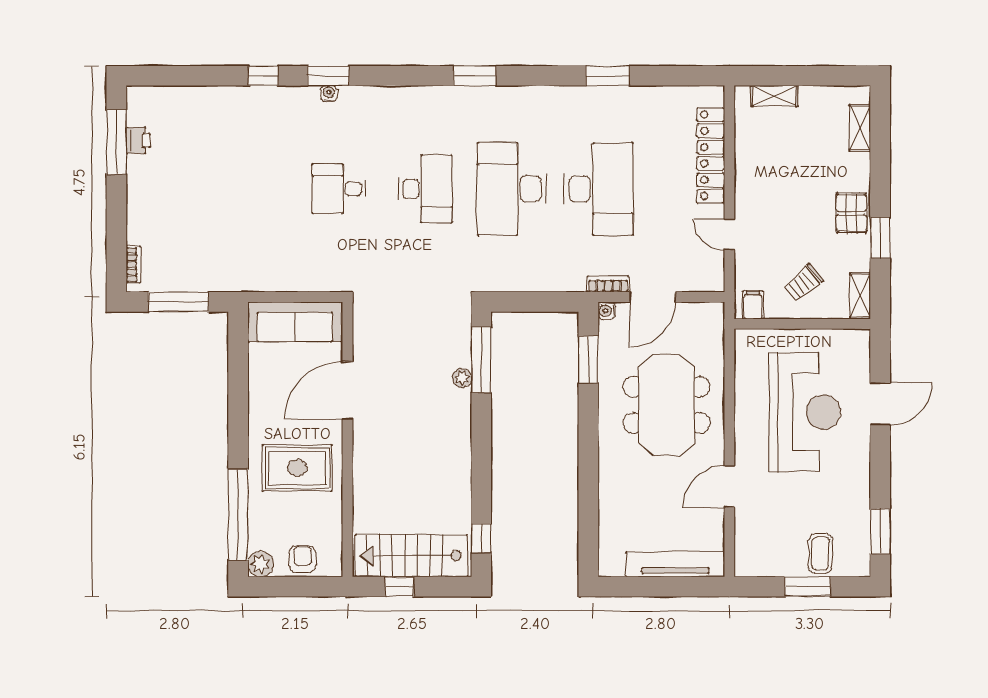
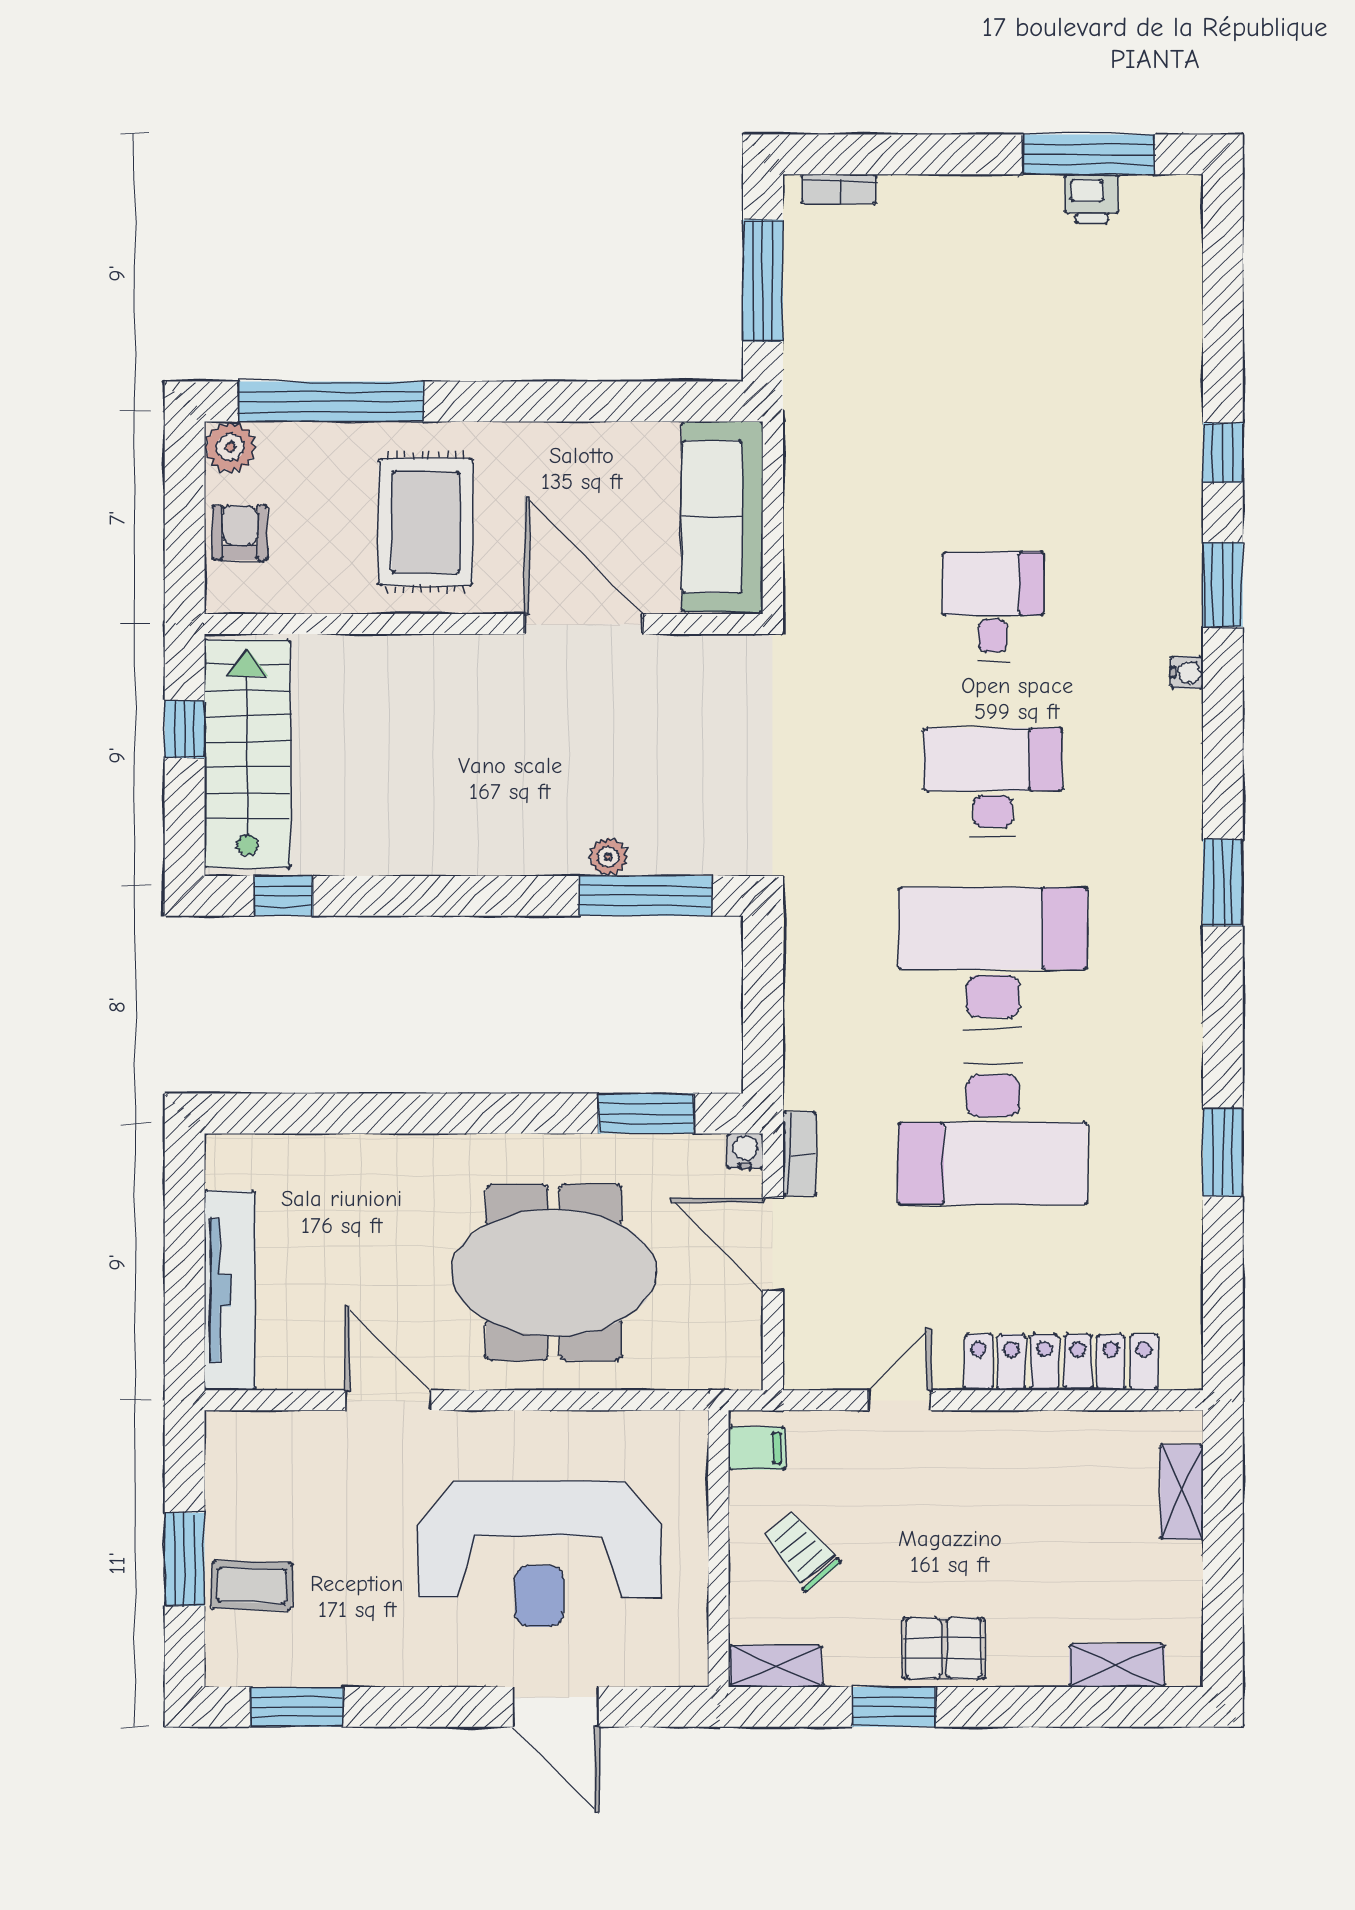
water cooler: (329, 93) -> (1187, 672), moved
desk: (425, 189) -> (993, 782), turned 180
armchair: (303, 559) -> (240, 533), turned -90

